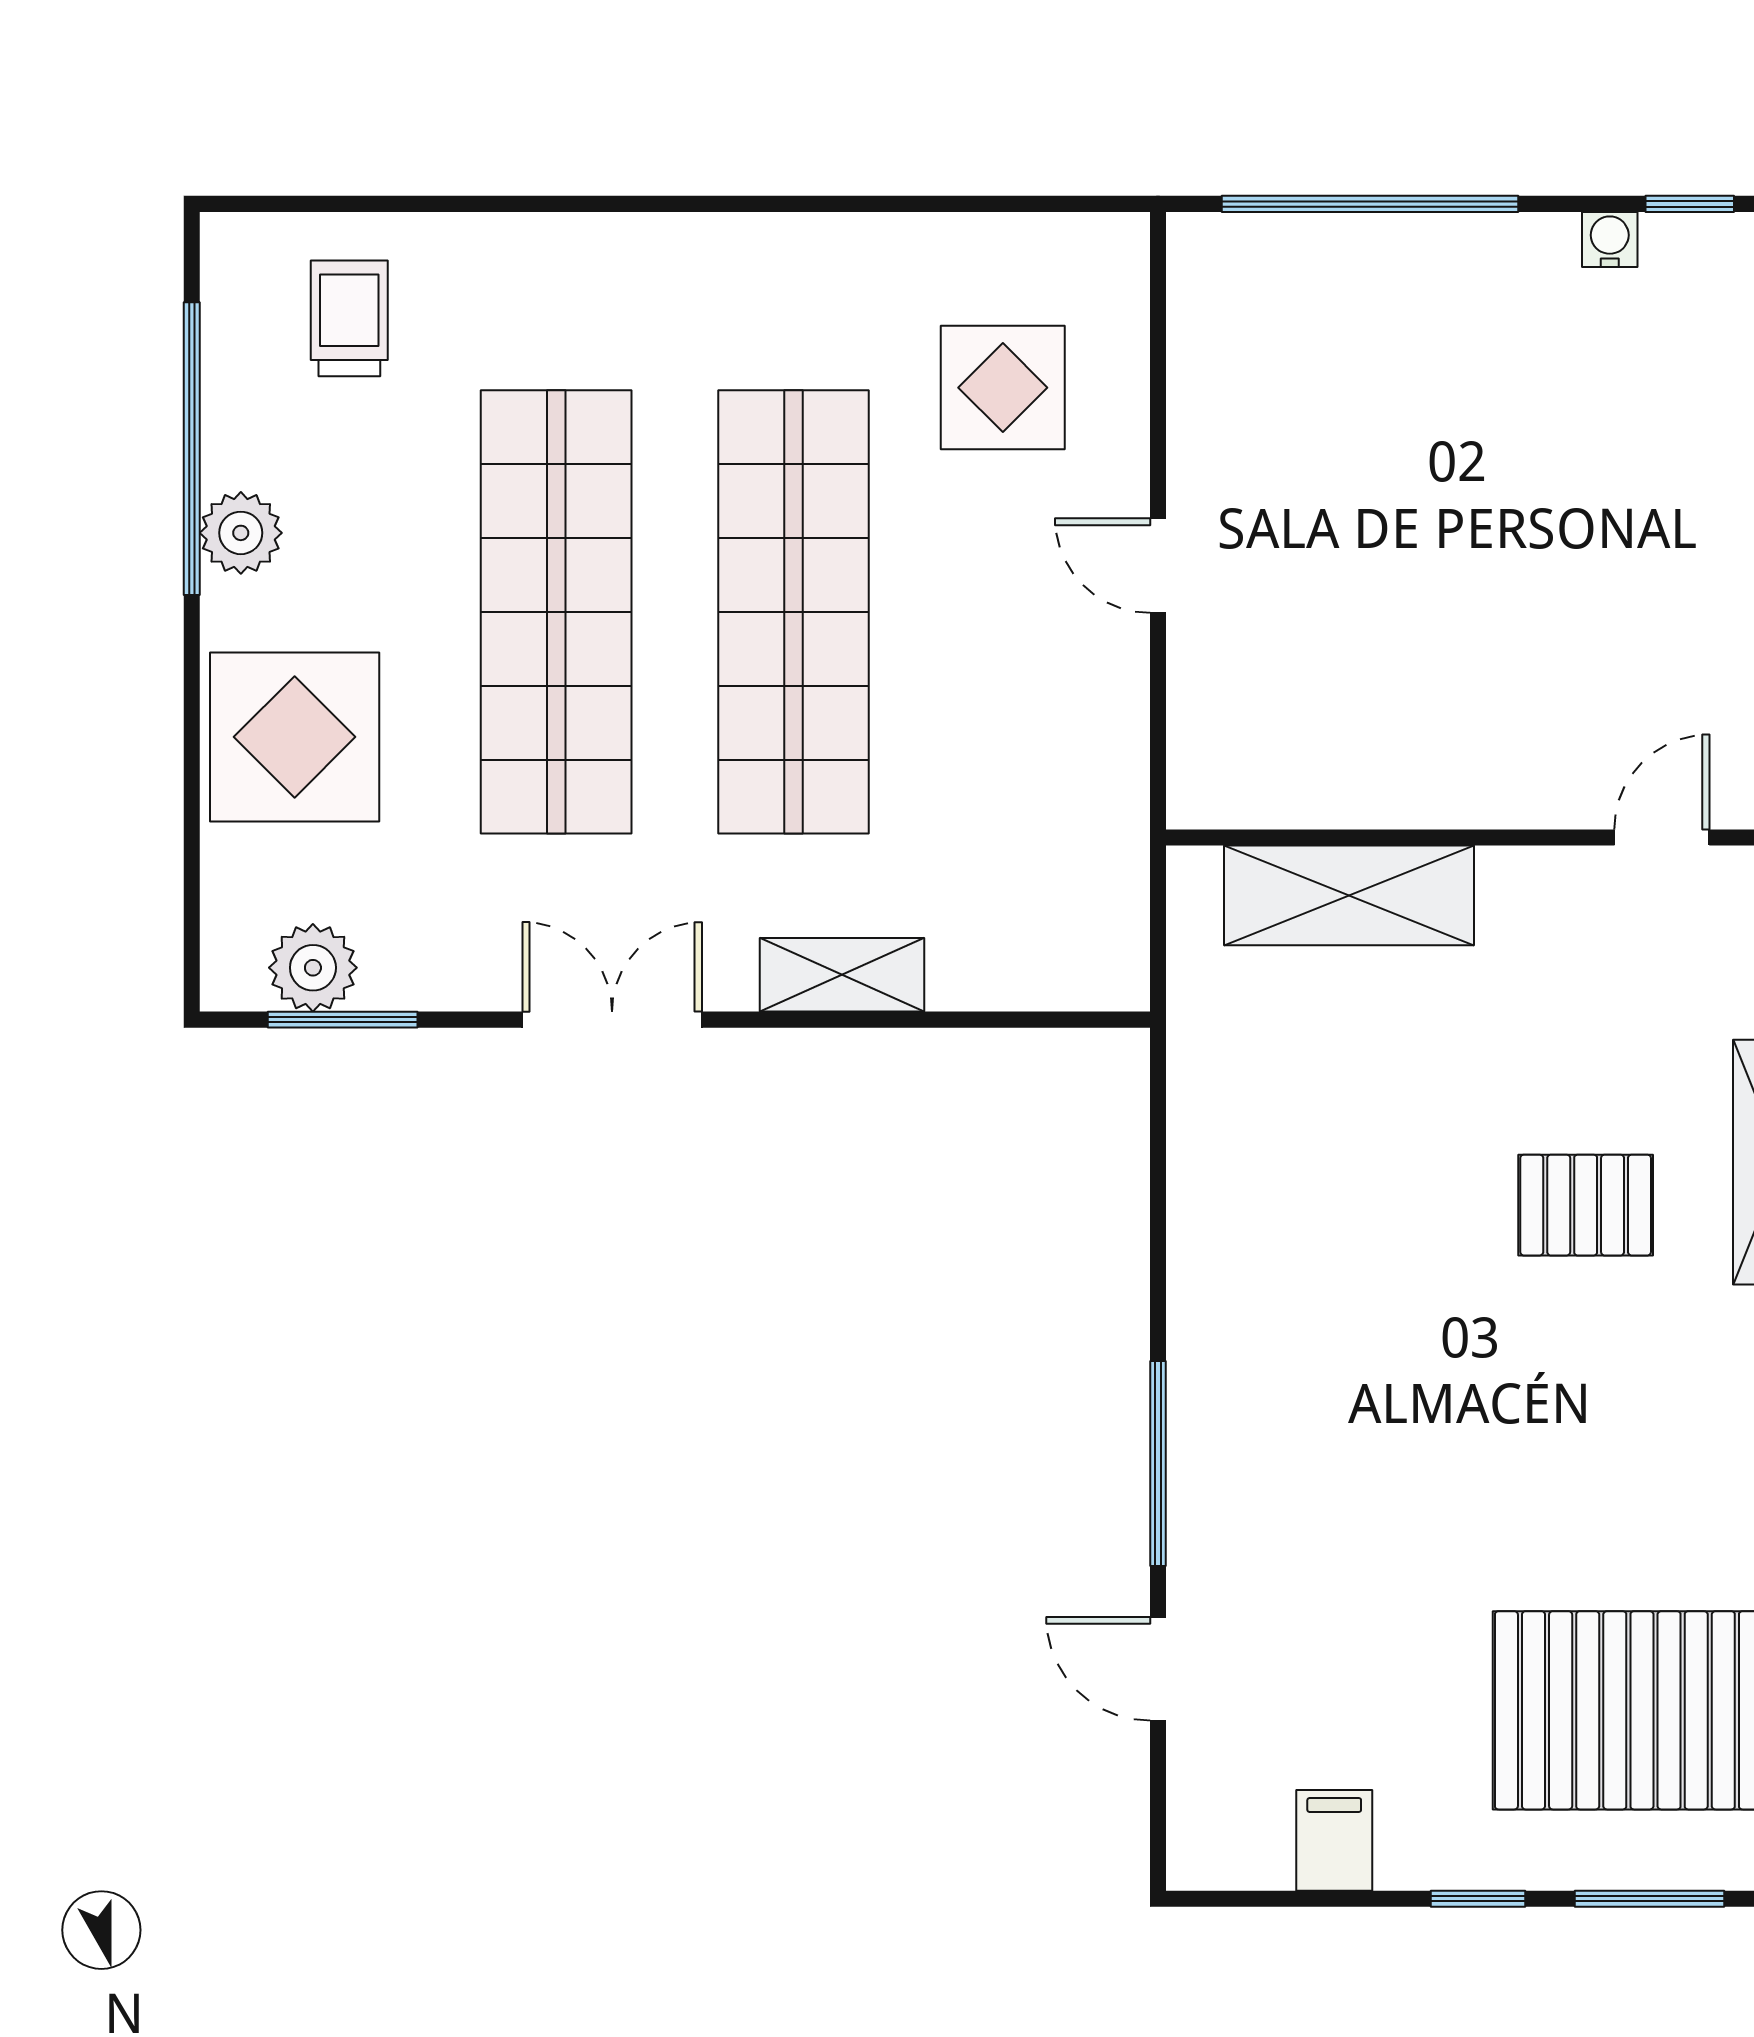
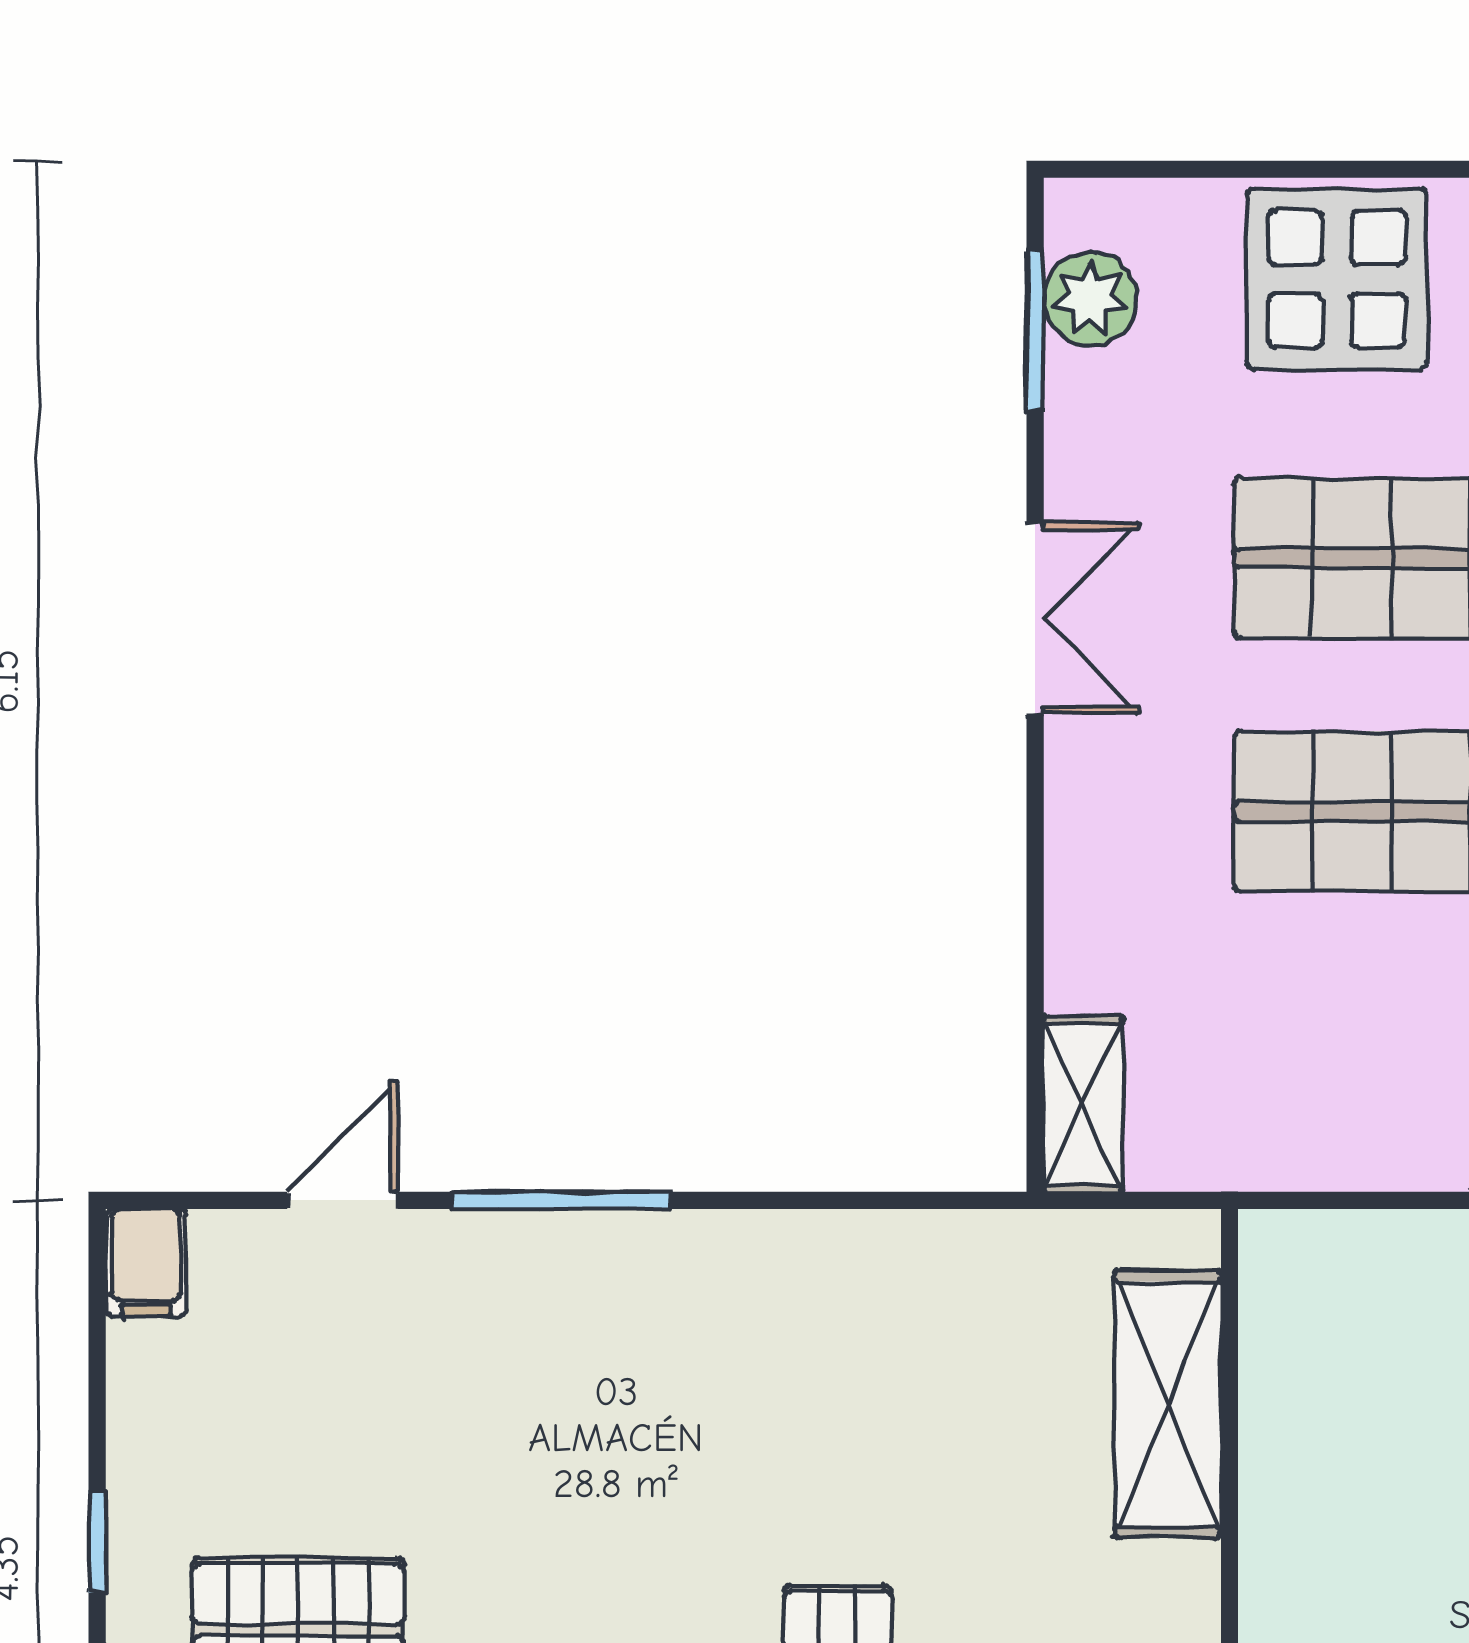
shelving: (842, 975) -> (1083, 1104), moved
filing cabinet: (1334, 1840) -> (146, 1263), moved, turned 90

